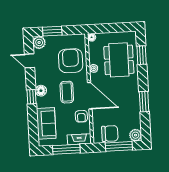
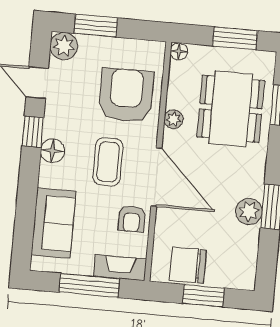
window: (116, 28) -> (235, 38), added
window: (31, 97) -> (33, 132), moved
chair: (110, 134) -> (188, 265), turned 180
plant: (136, 135) -> (249, 211), moved
window: (119, 146) -> (203, 296), width x0.69

